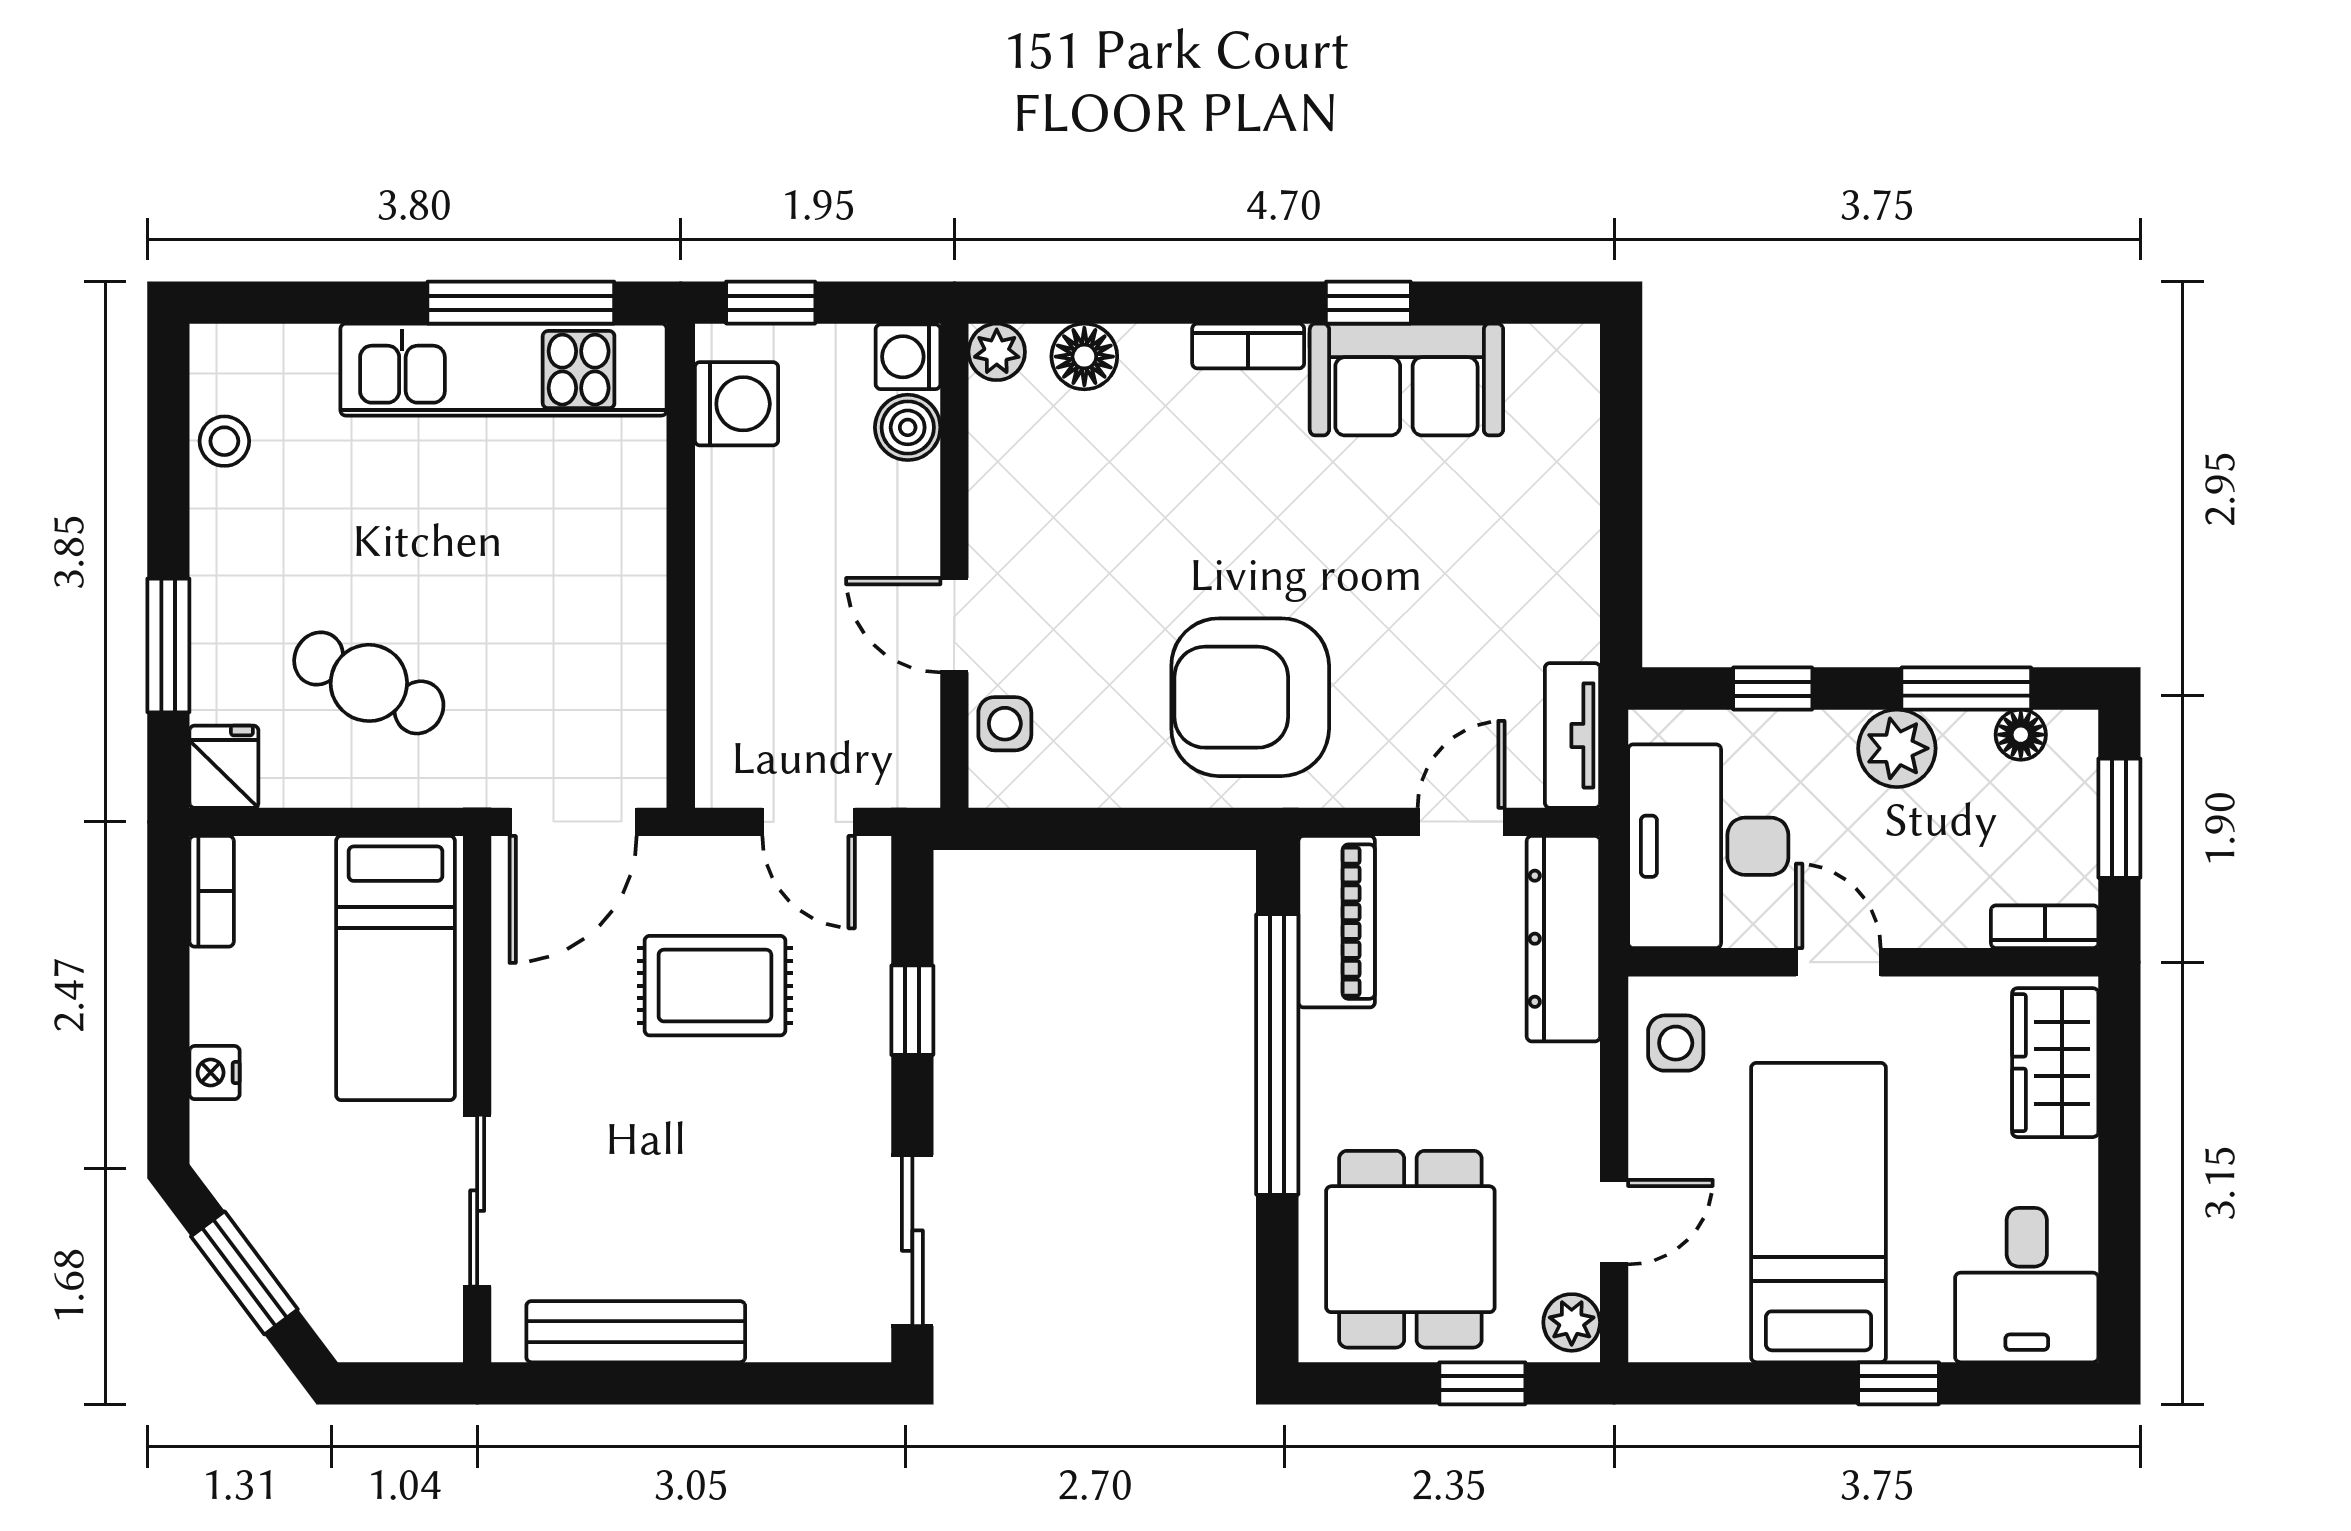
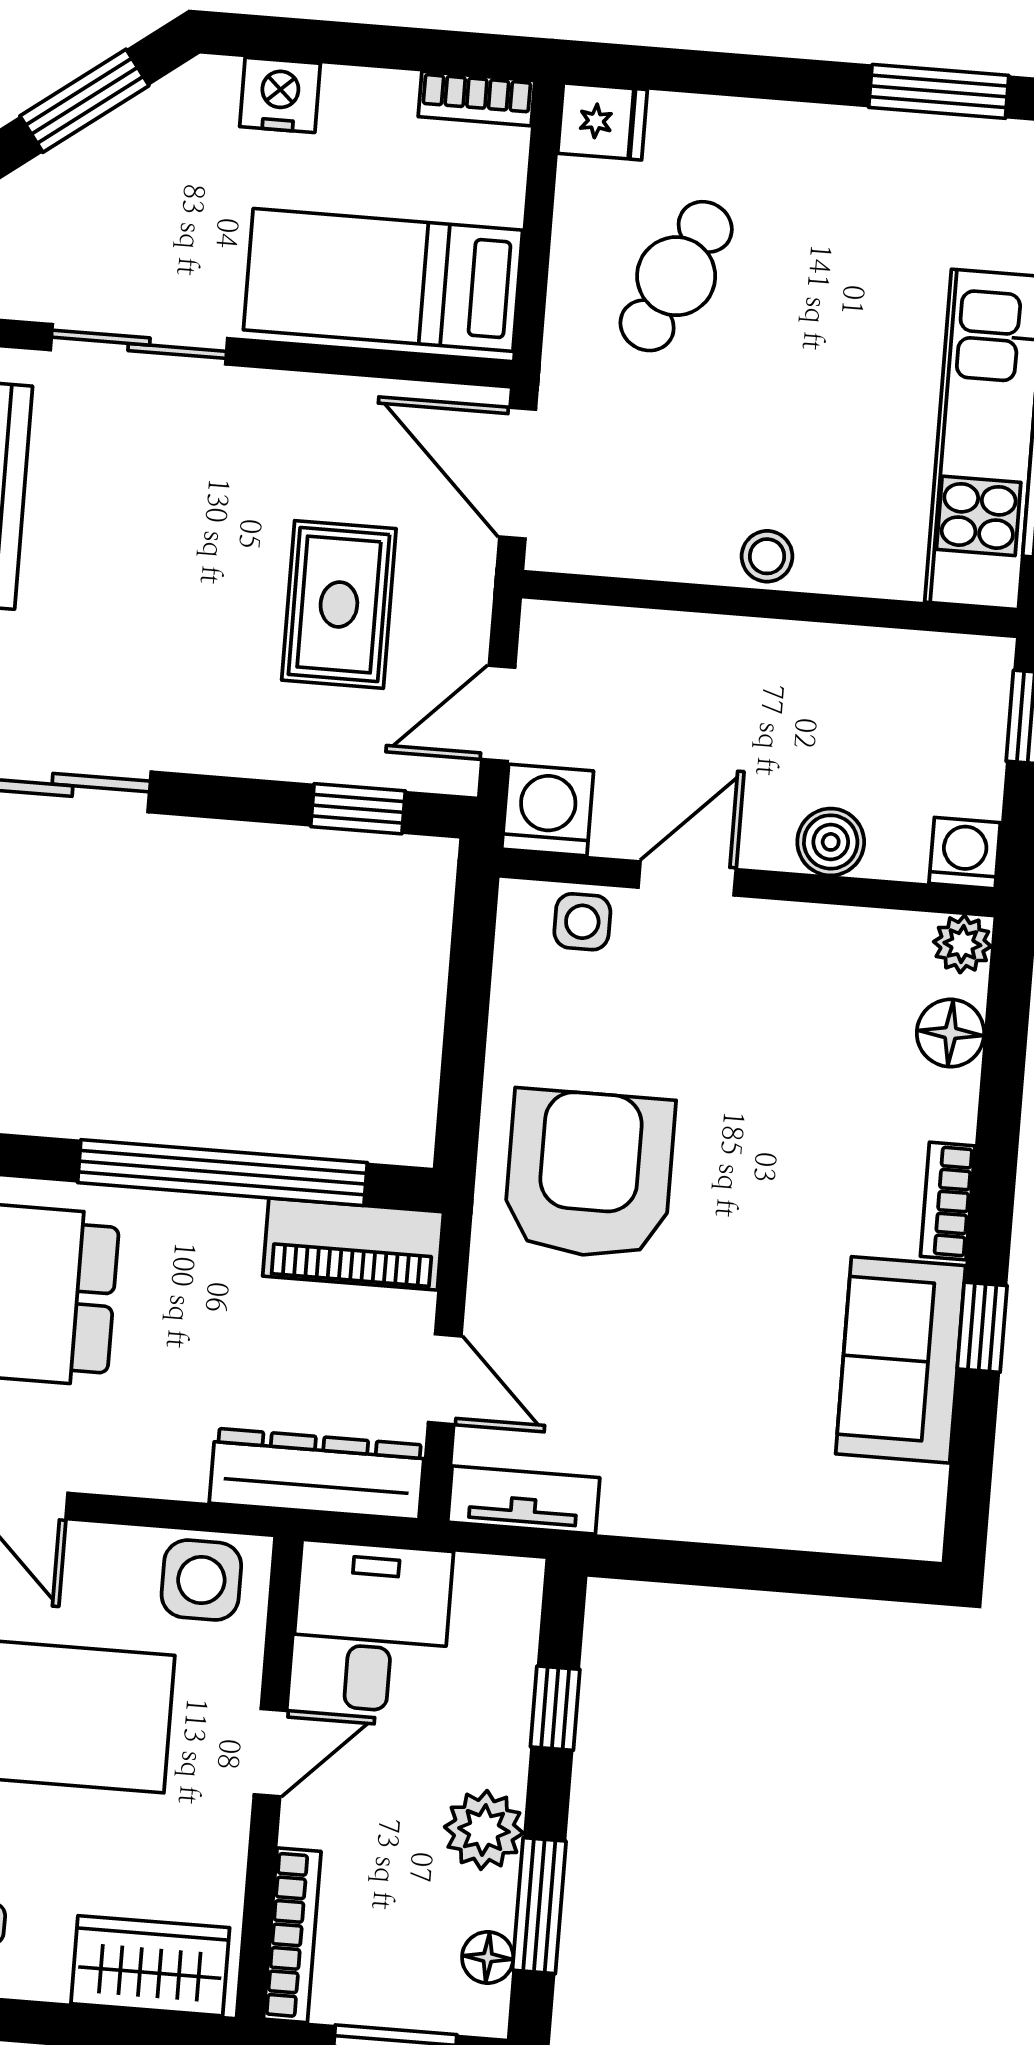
washing machine: (736, 404) -> (548, 810), moved, turned 180
boiler: (908, 427) -> (831, 842), moved
stool: (224, 441) -> (767, 556), moved
window: (168, 645) -> (939, 91), moved
desk: (1708, 846) -> (371, 1627), width x0.73
bookcase: (2045, 927) -> (292, 1935), width x1.56
window: (912, 1010) -> (358, 809), moved
side table: (1676, 1043) -> (201, 1580), width x1.37, depth x1.37
nightstand: (215, 1073) -> (280, 95), width x1.39, depth x1.35

